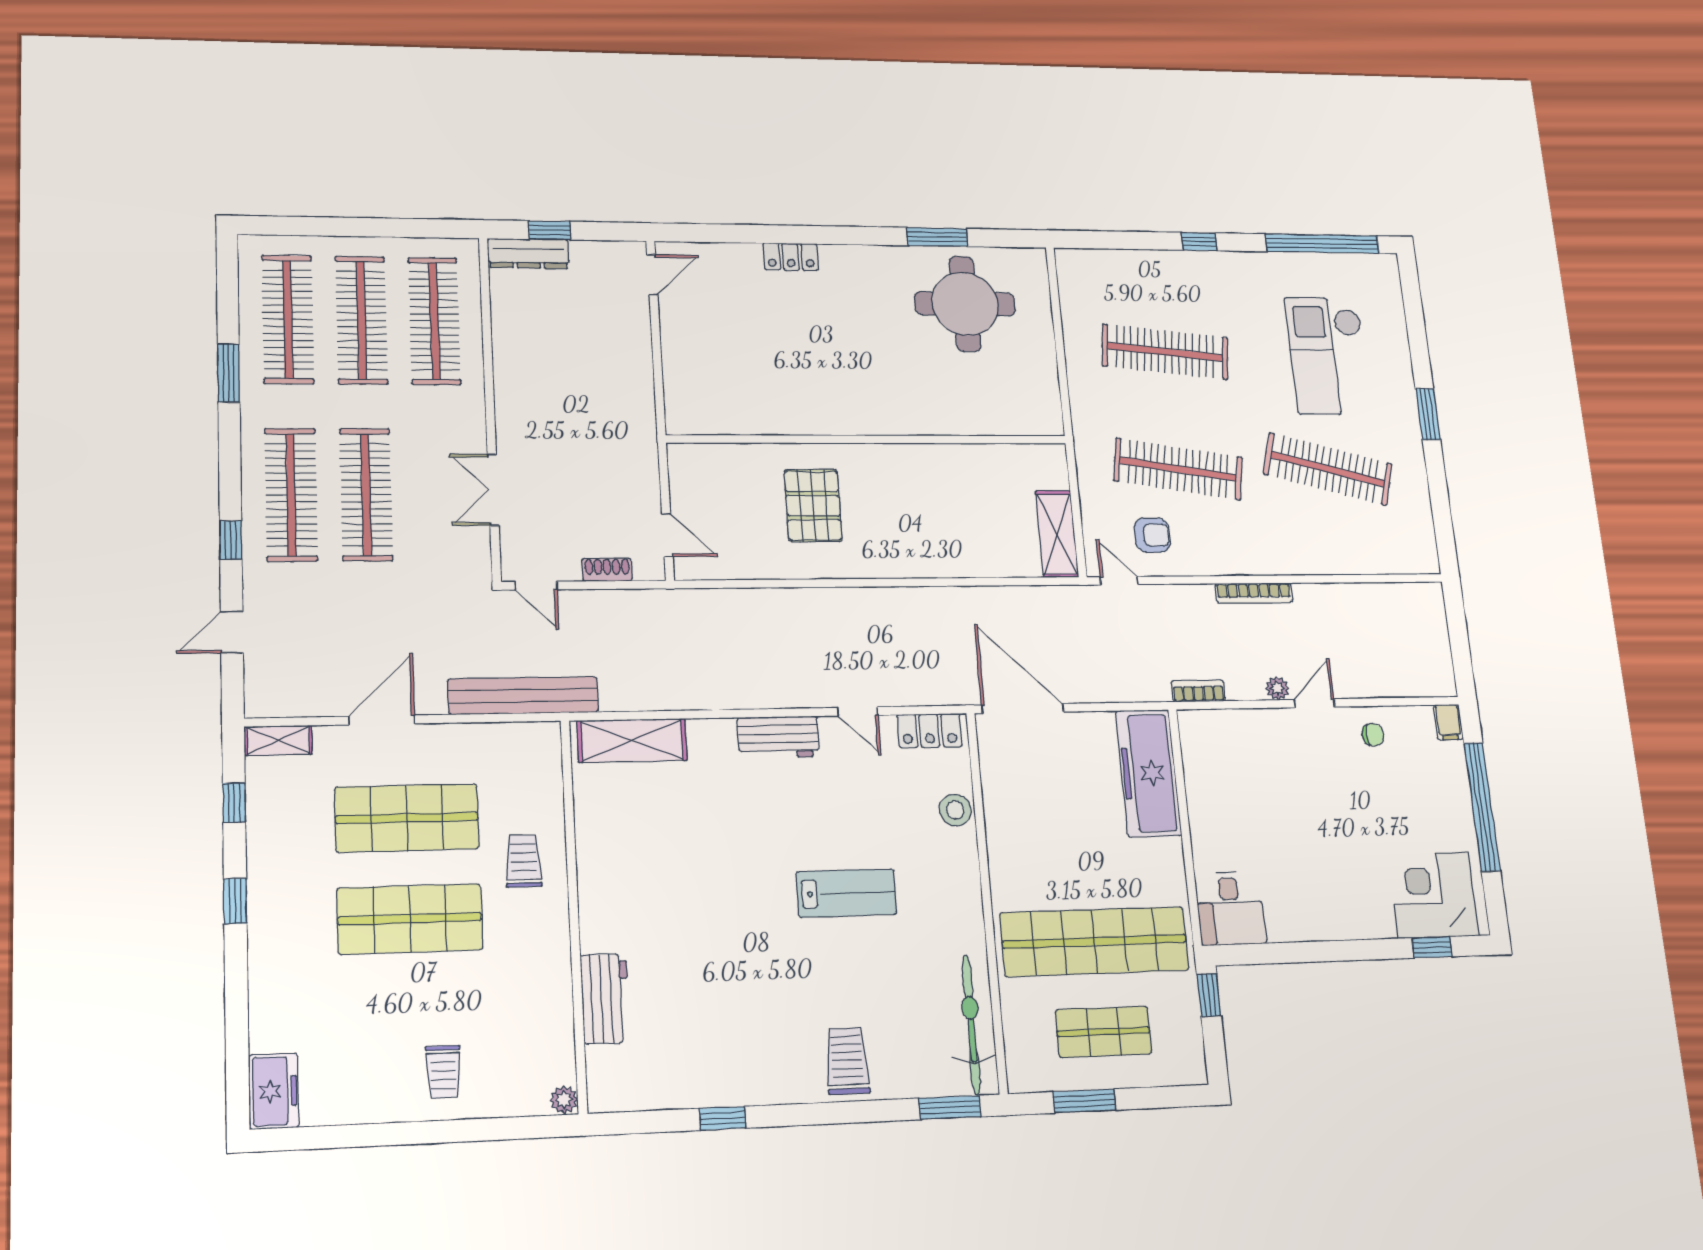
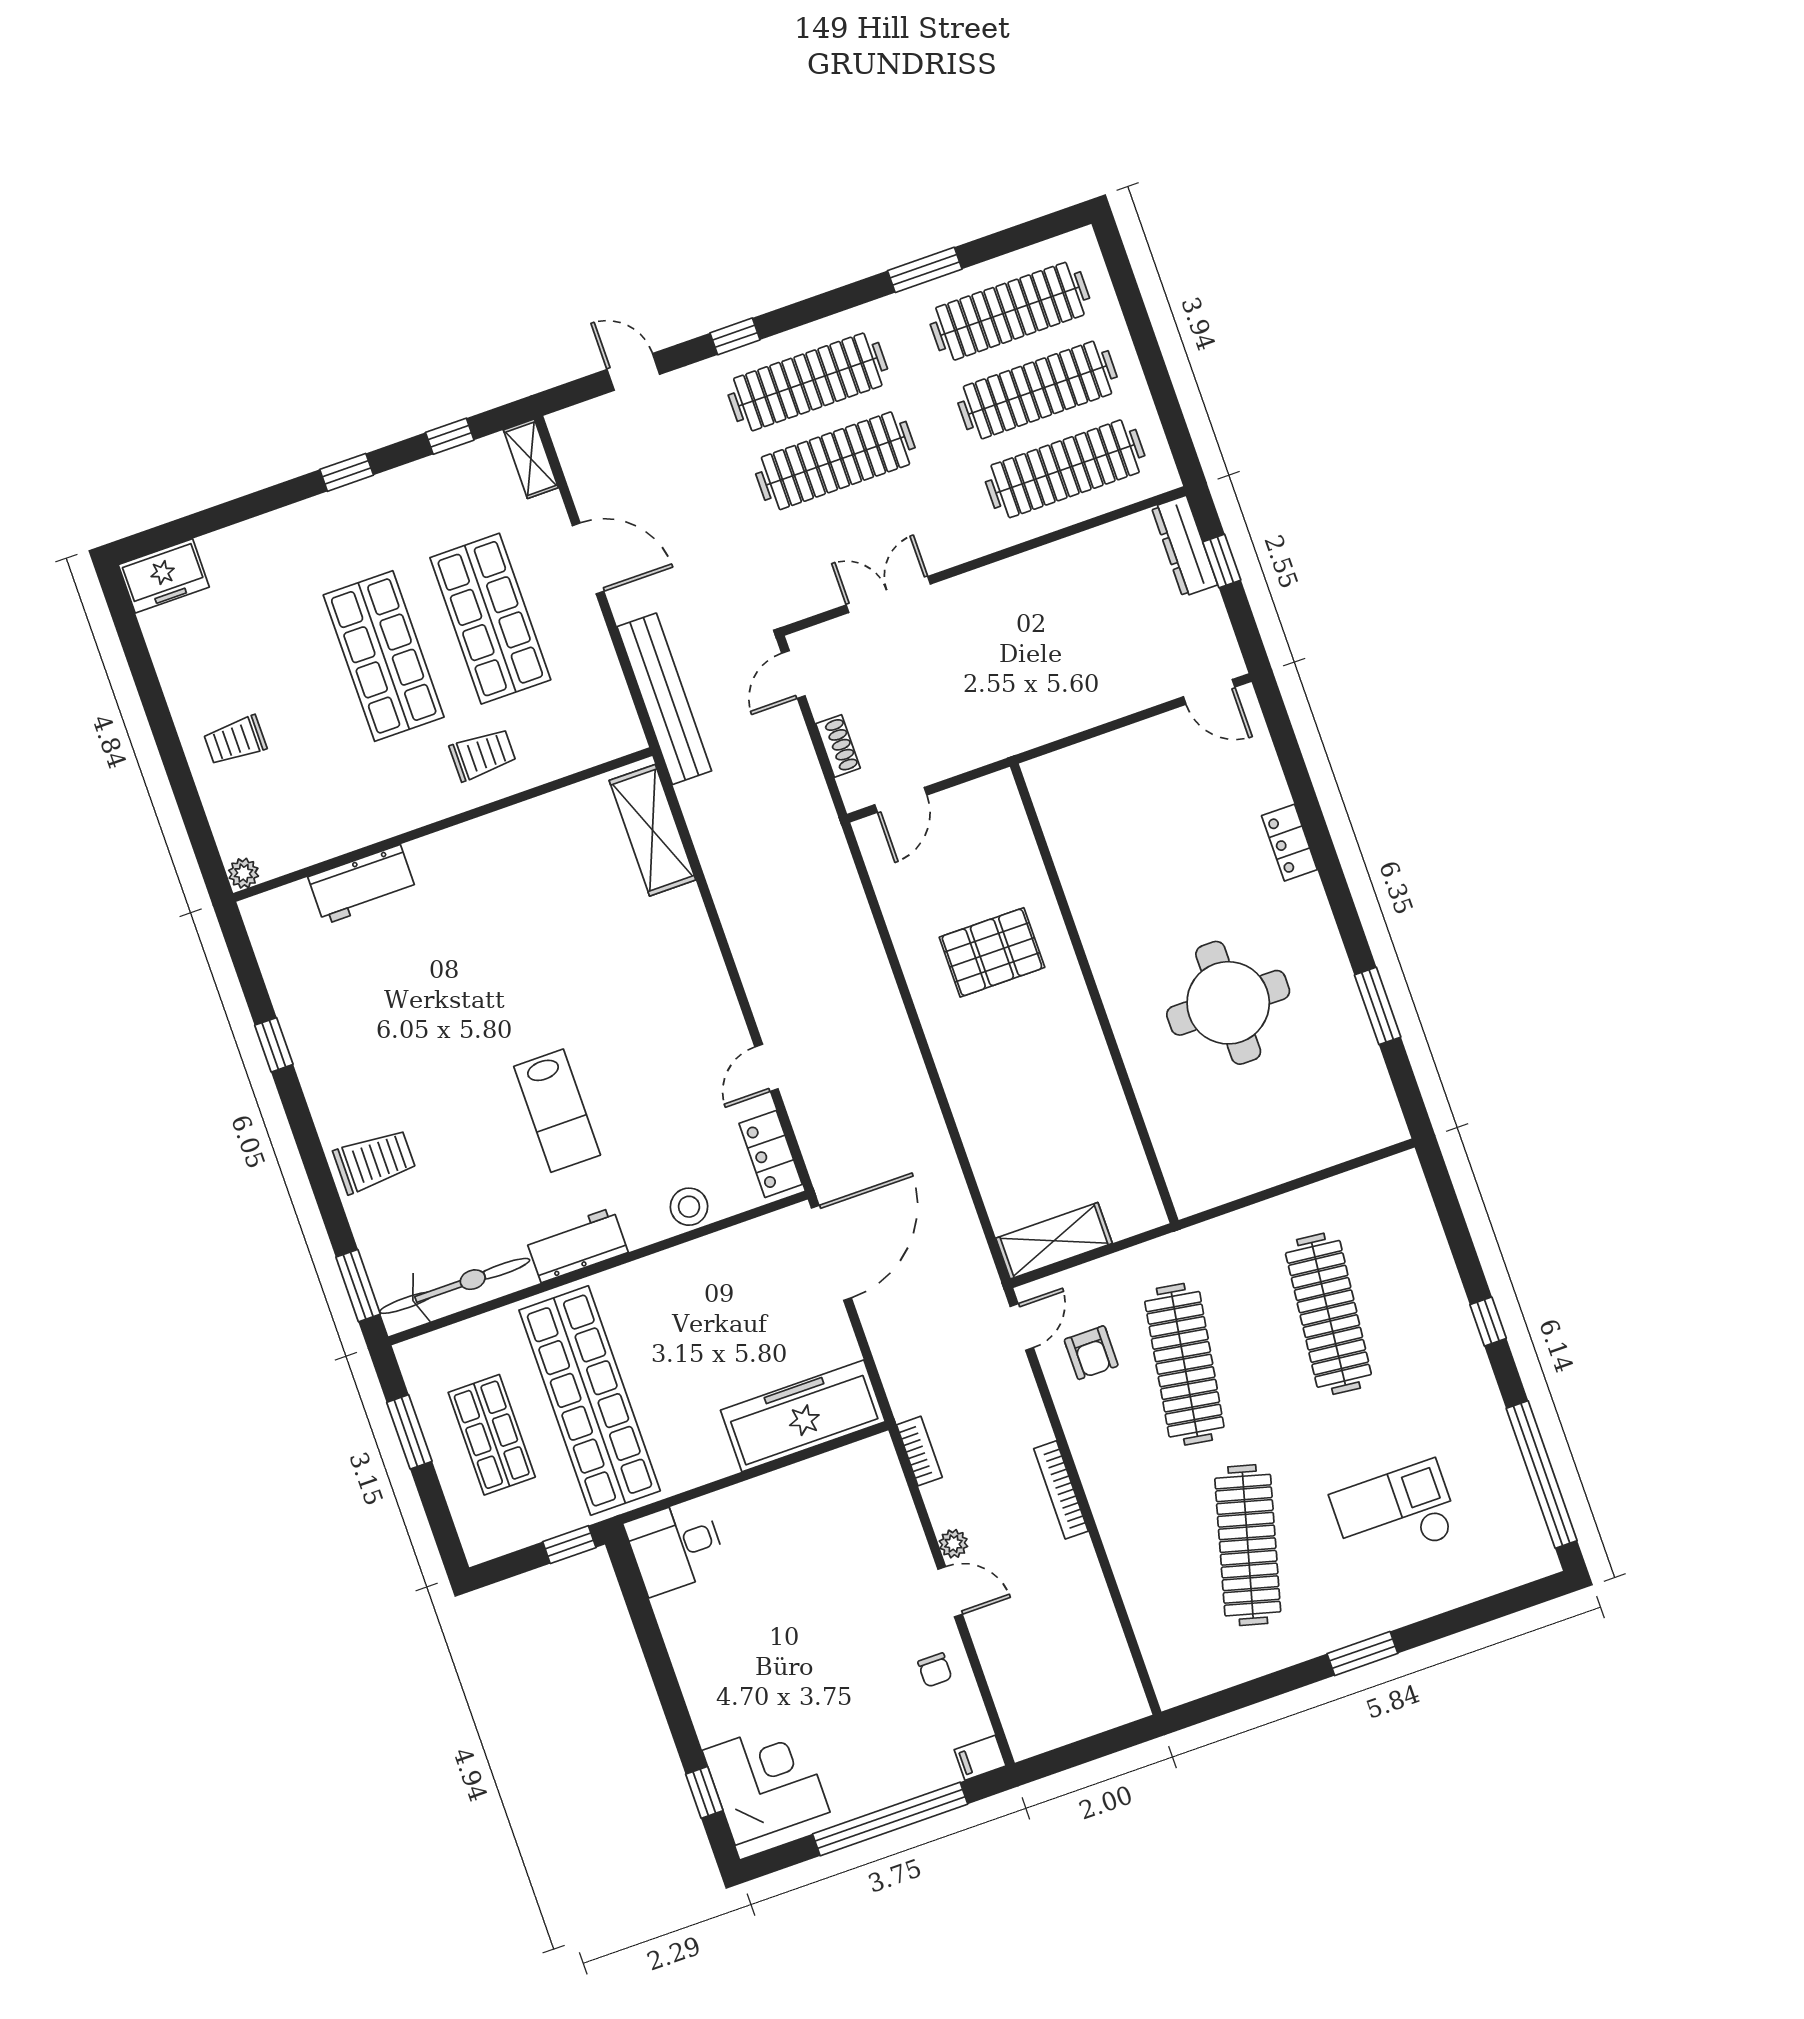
round table: (965, 304) -> (1228, 1003), moved
checkout: (1328, 356) -> (1395, 1514), width x0.73, depth x0.83
workbench: (778, 737) -> (577, 1245), moved, turned 90

